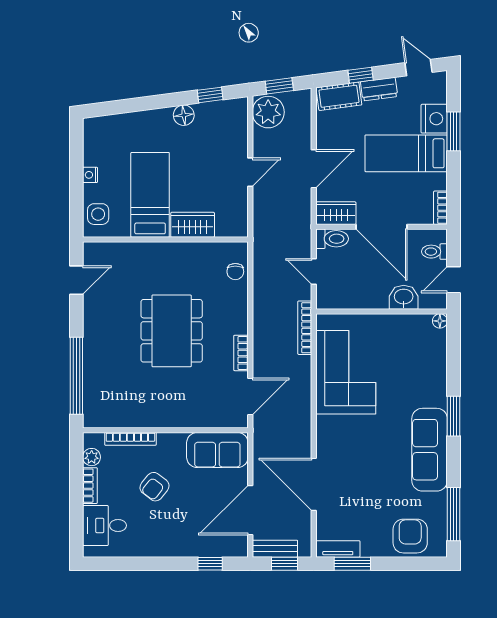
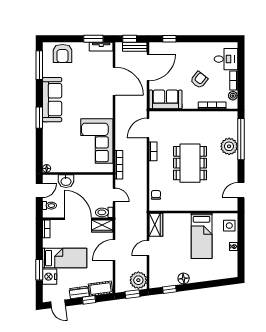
wardrobe: (193, 225) -> (156, 225), moved, turned -90
plant: (99, 362) -> (229, 146), added

